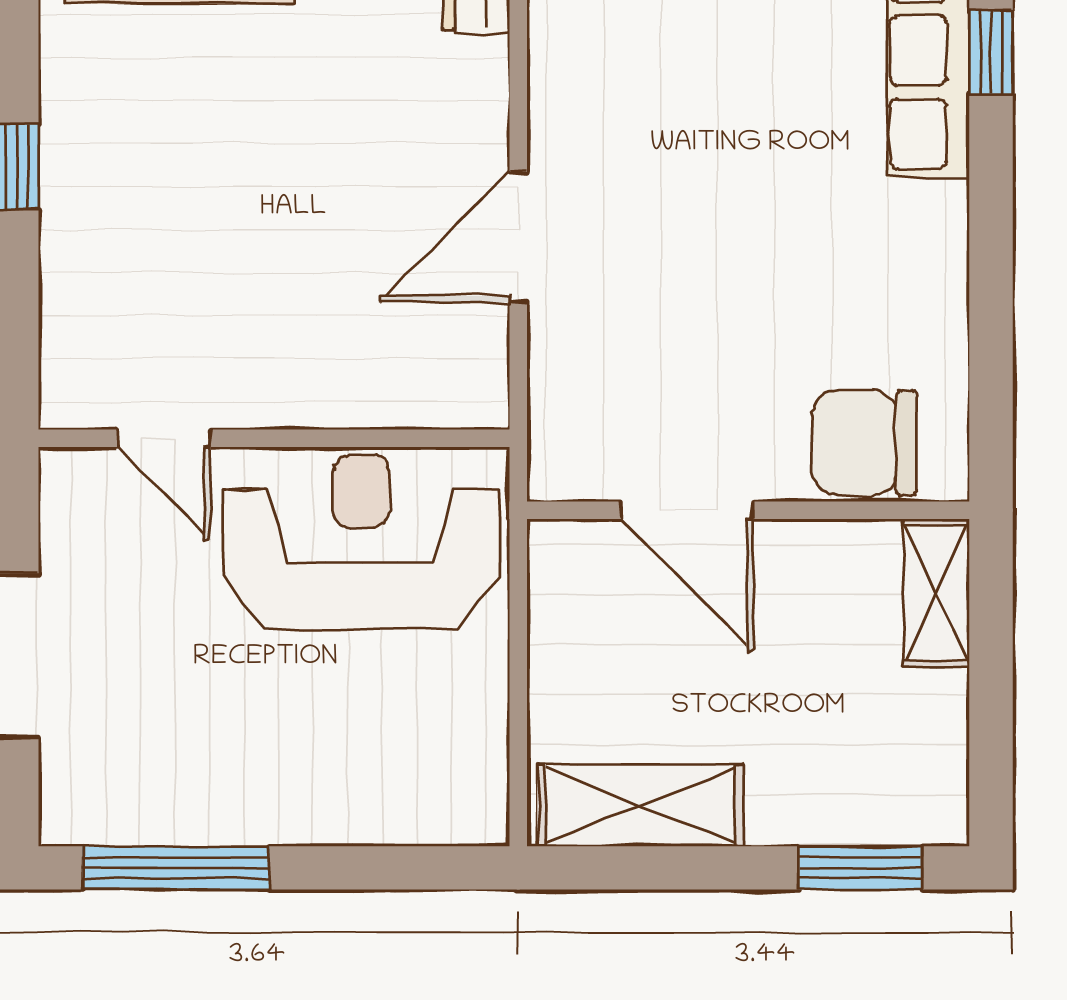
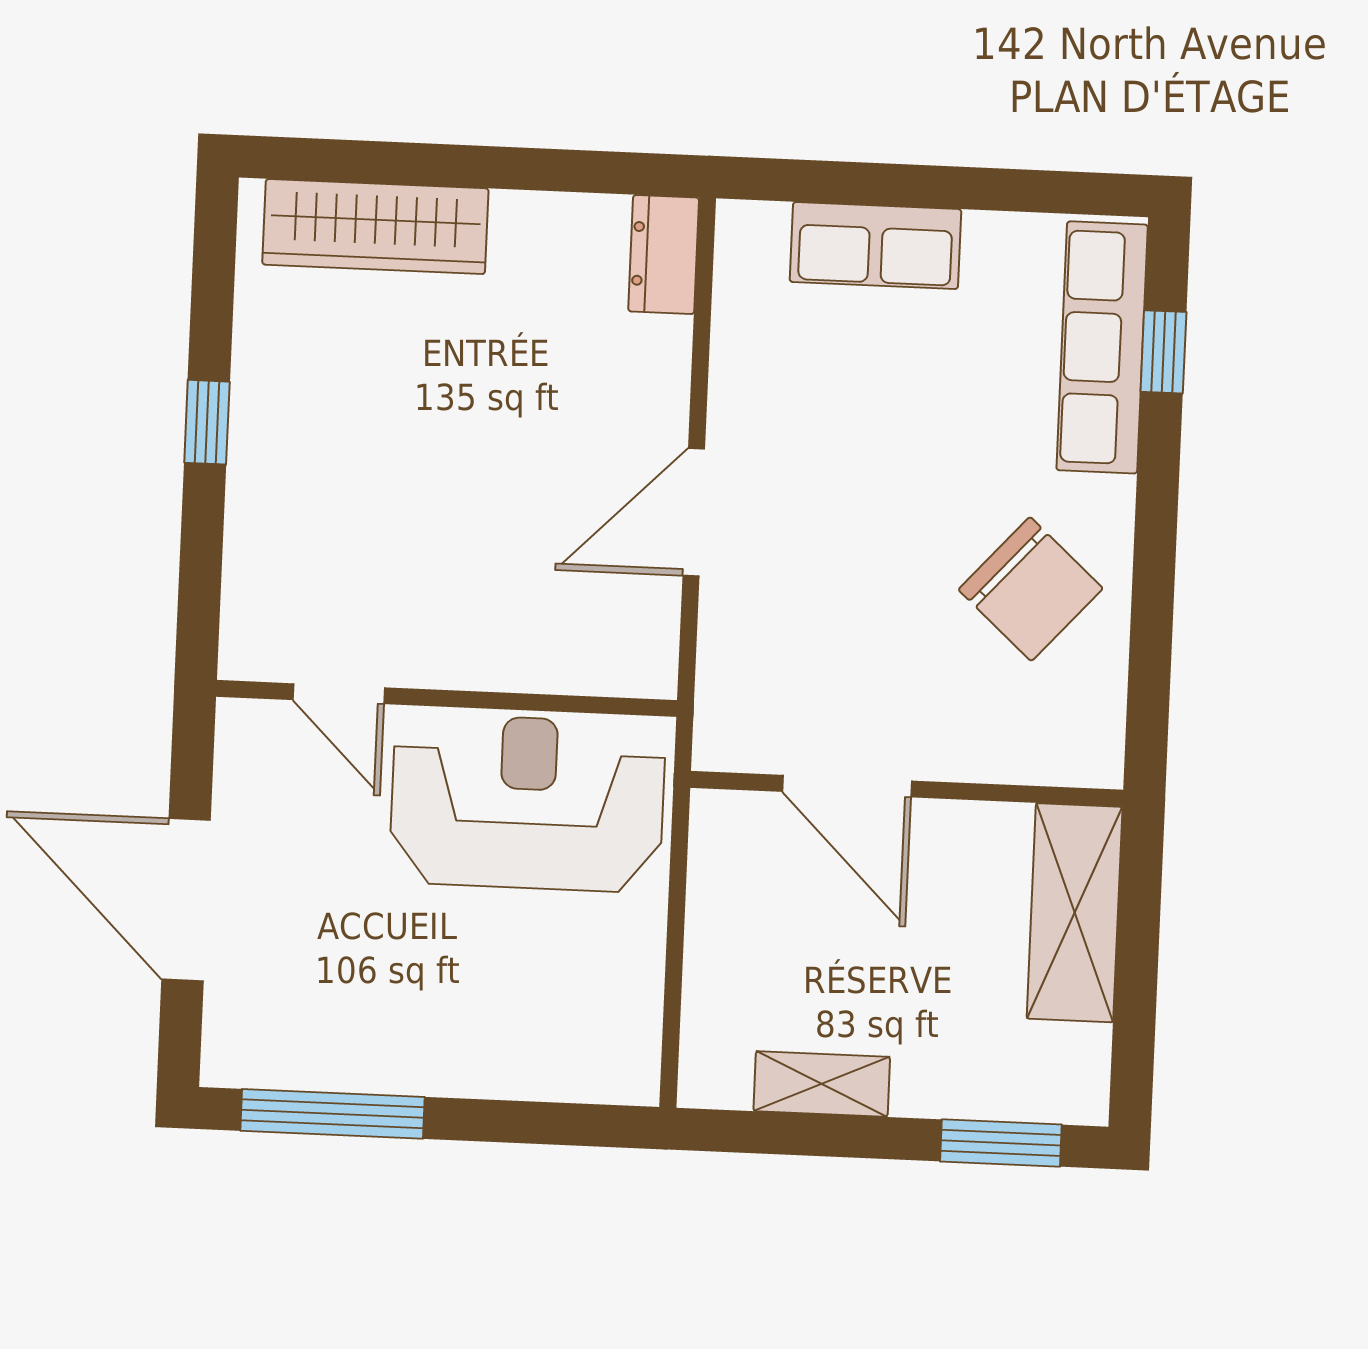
chair: (864, 443) -> (1031, 589), moved, turned -138
shelving: (936, 592) -> (1075, 913), width x1.50, depth x1.33
shelving: (640, 805) -> (822, 1084), width x0.67, depth x0.75

